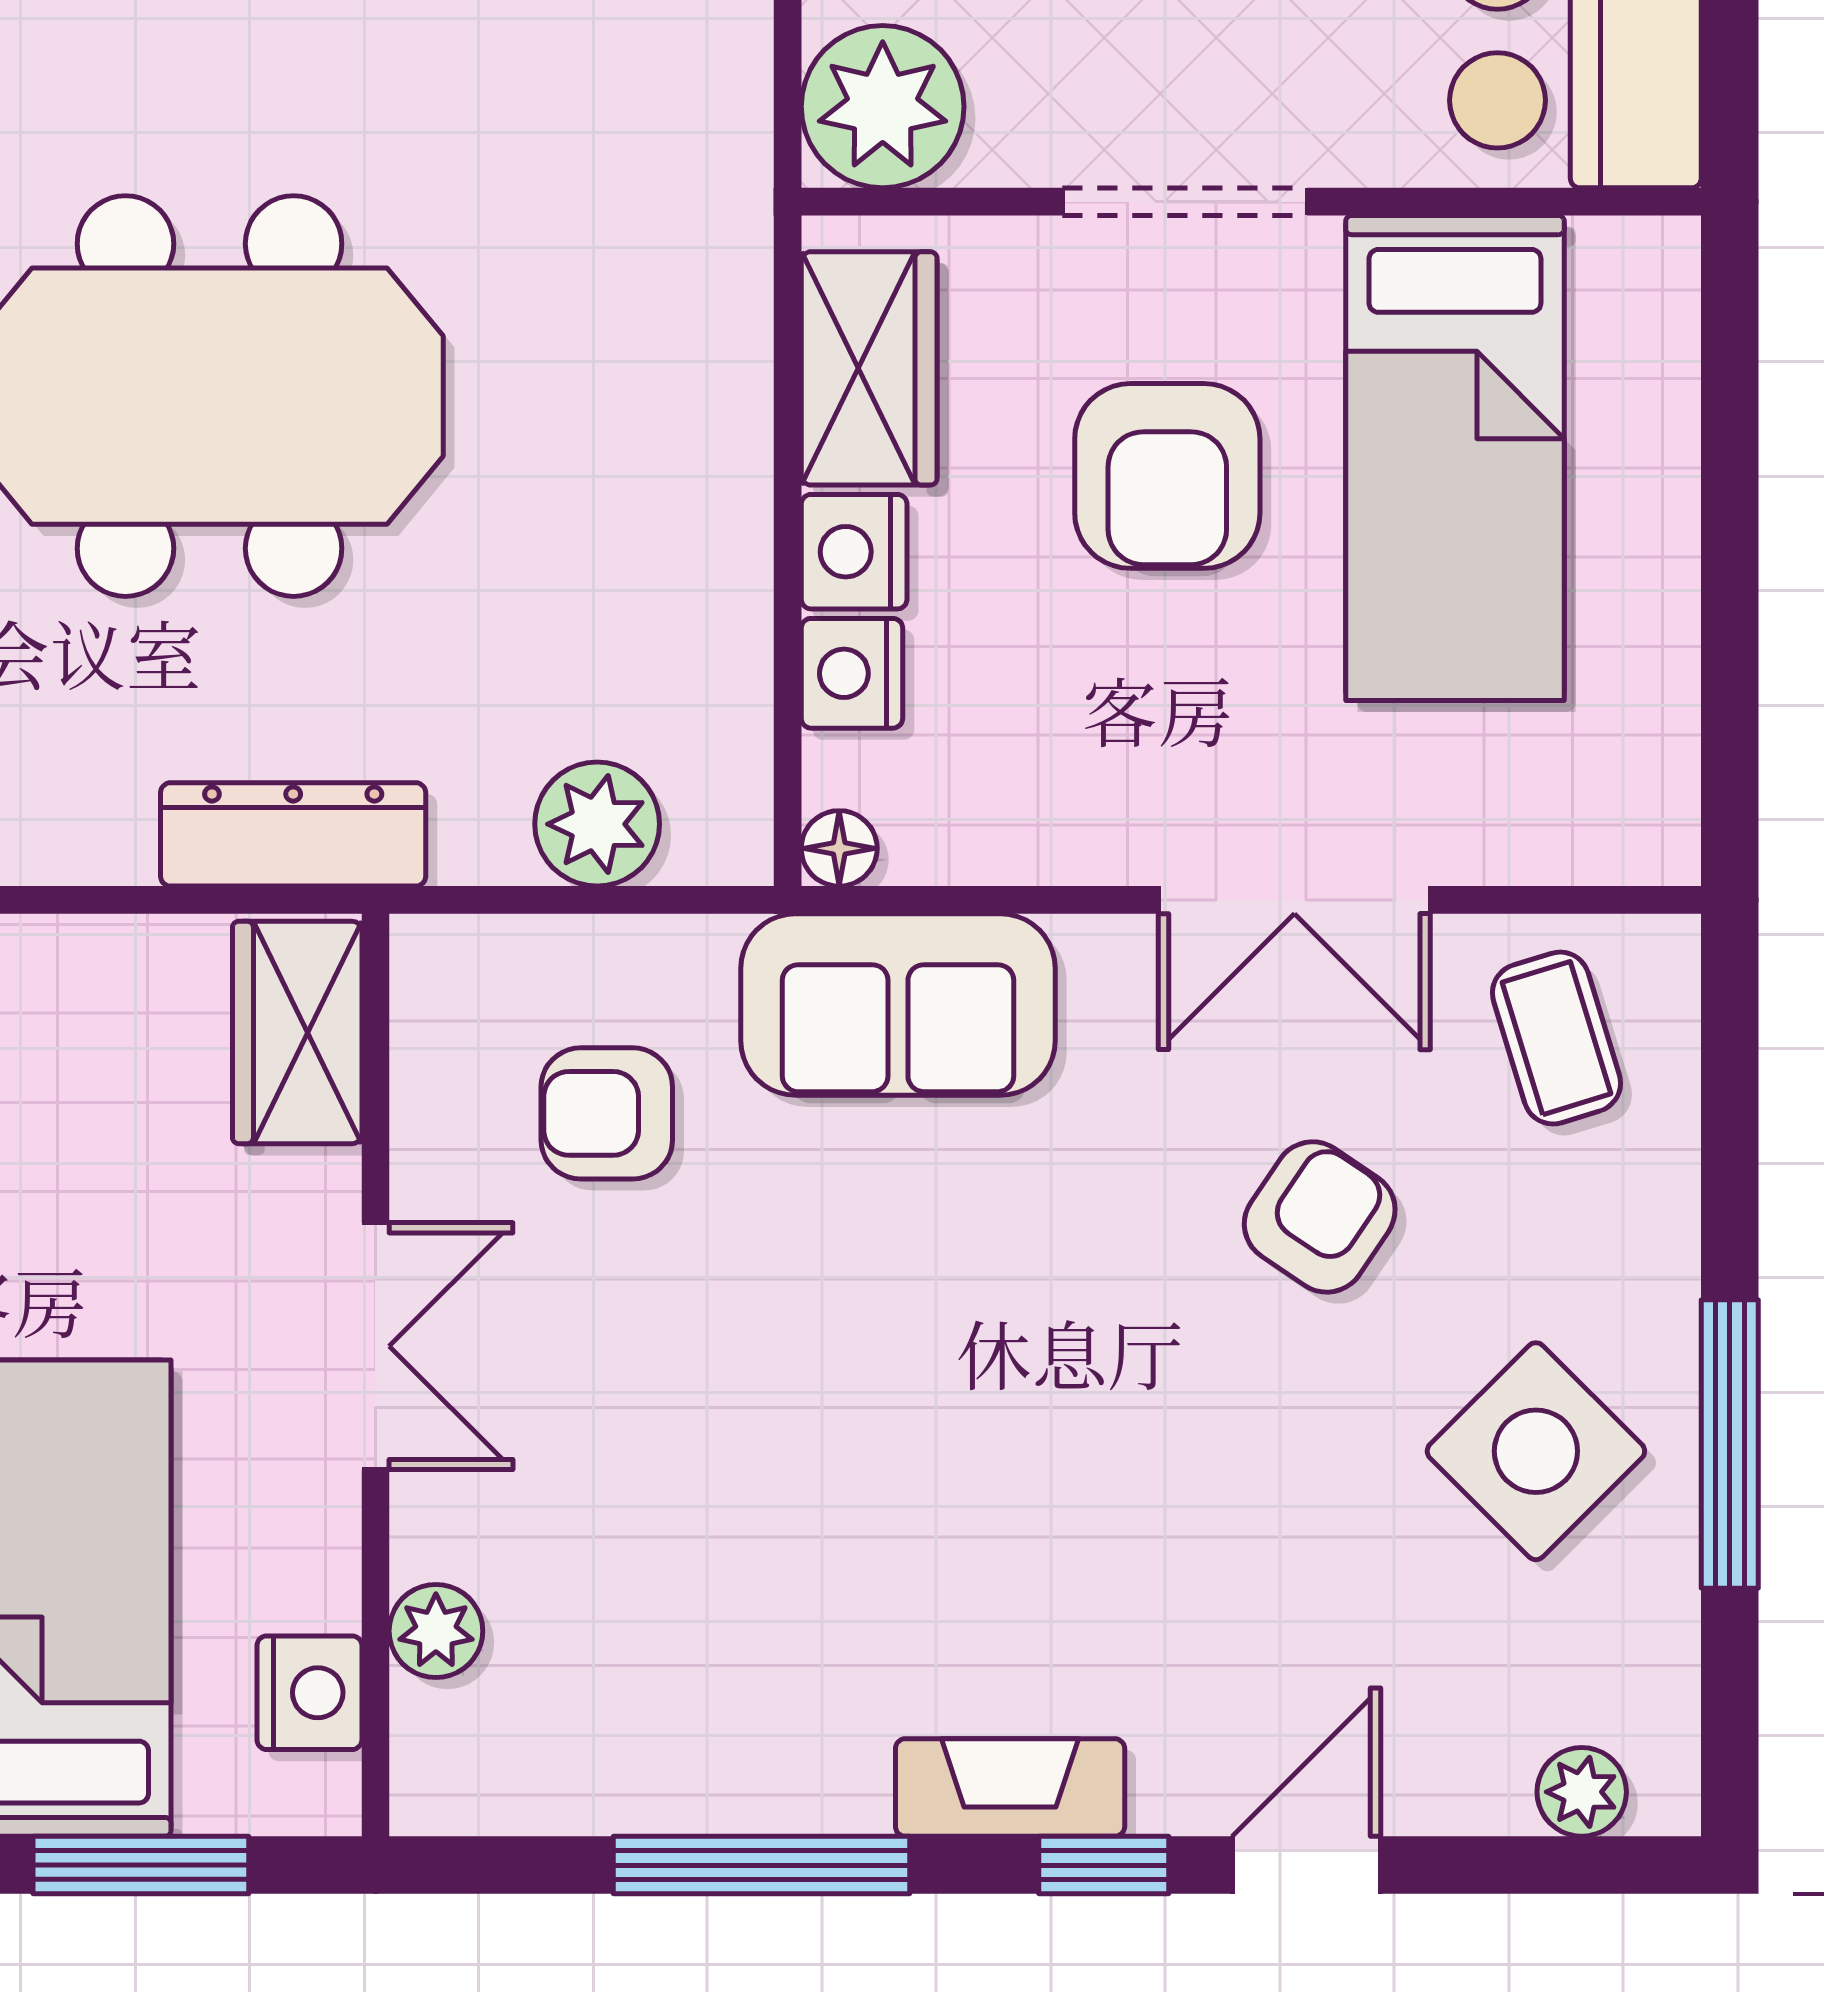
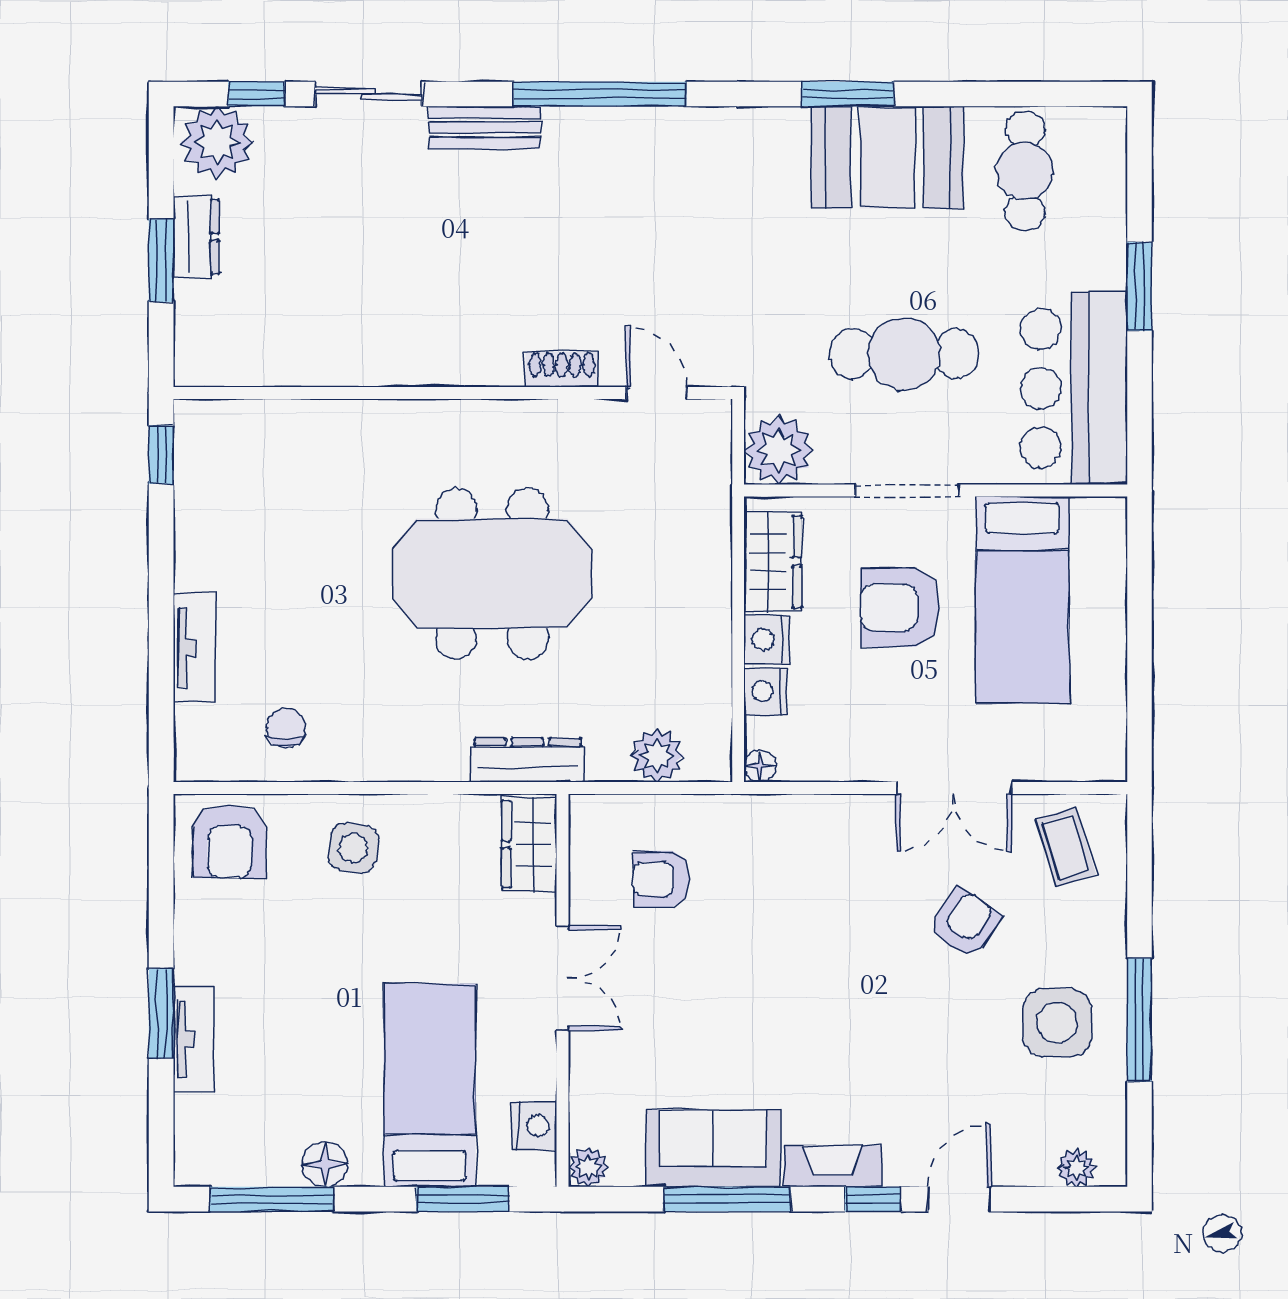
armchair: (1167, 476) -> (900, 607), turned 90
sofa: (898, 1005) -> (713, 1148), moved, turned 180
side table: (1536, 1451) -> (1057, 1023), turned 45
plant: (436, 1631) -> (588, 1167), moved

